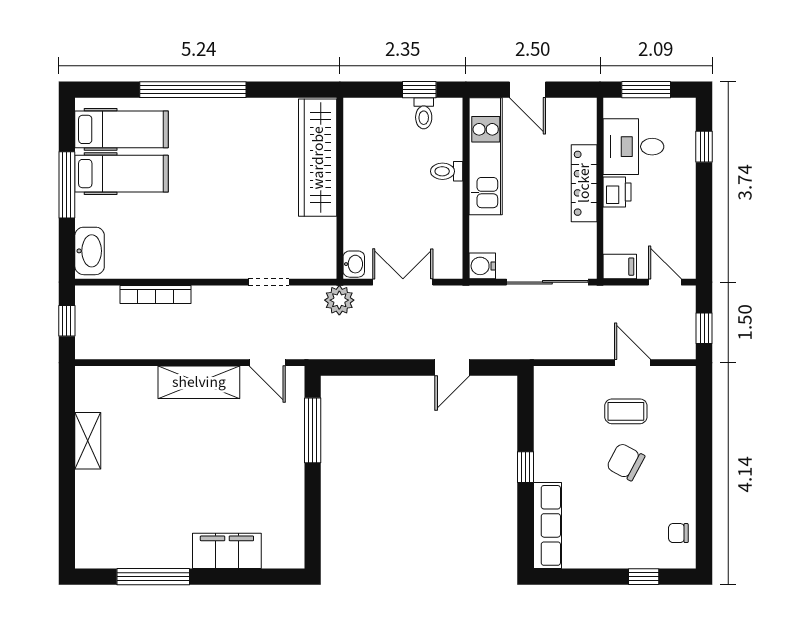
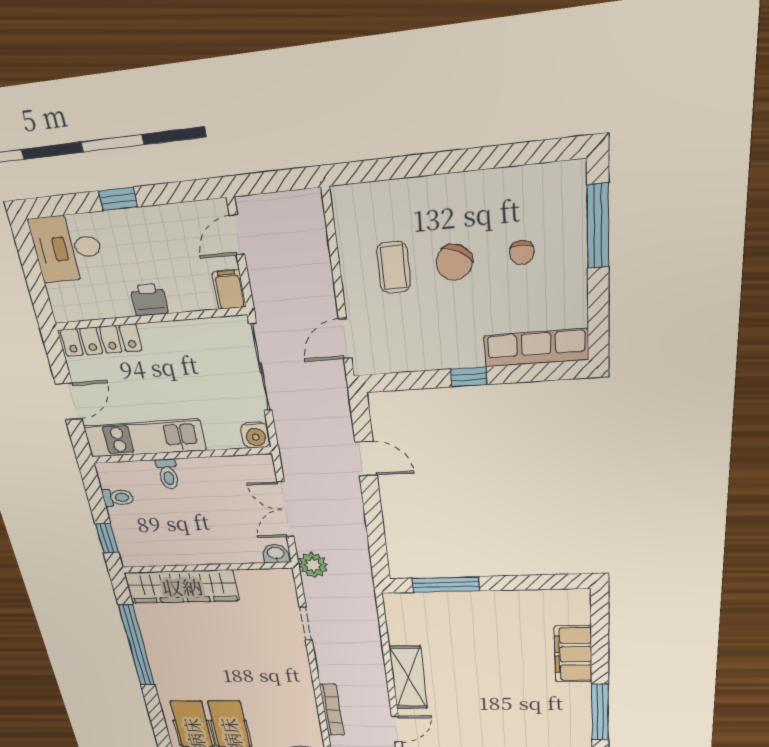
window: (193, 90) -> (137, 645), moved
window: (419, 90) -> (107, 538), moved
window: (646, 90) -> (34, 277), removed
desk: (633, 147) -> (67, 248), moved, turned 90
window: (704, 147) -> (118, 199), moved
locker: (584, 183) -> (101, 340), moved
window: (704, 328) -> (283, 181), removed
door: (267, 363) -> (397, 729), moved
door: (632, 363) -> (345, 339), moved
chair: (678, 533) -> (522, 253), moved
window: (644, 577) -> (598, 226), width x2.17

